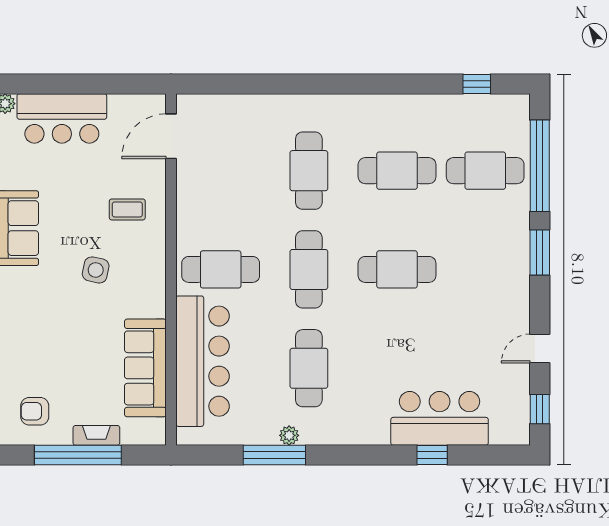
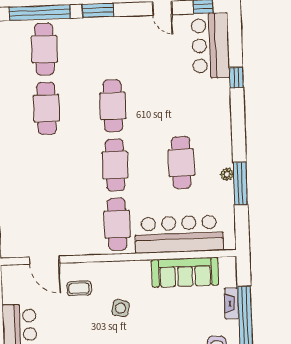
door: (171, 136) -> (45, 260), moved
cafe table: (309, 171) -> (49, 167), removed
coffee table: (127, 209) -> (79, 288), turned 90
cafe table: (309, 269) -> (115, 165), turned 90
cafe table: (309, 368) -> (181, 163), turned 90
bar counter: (440, 418) -> (211, 46), moved

